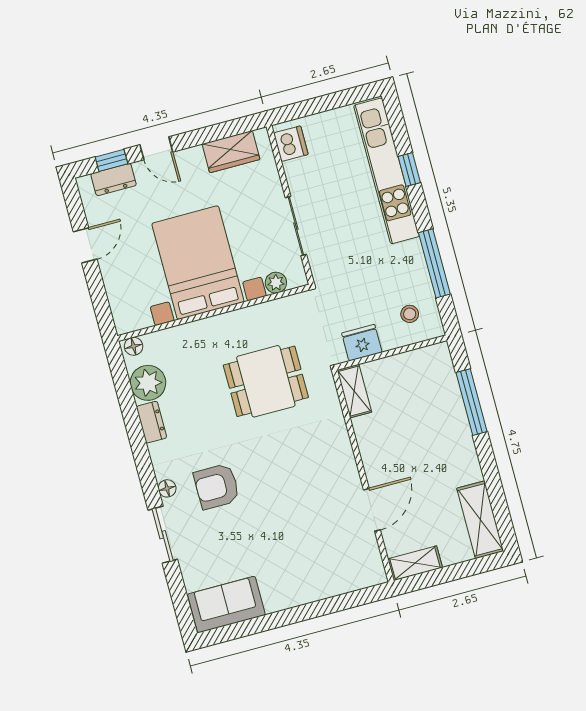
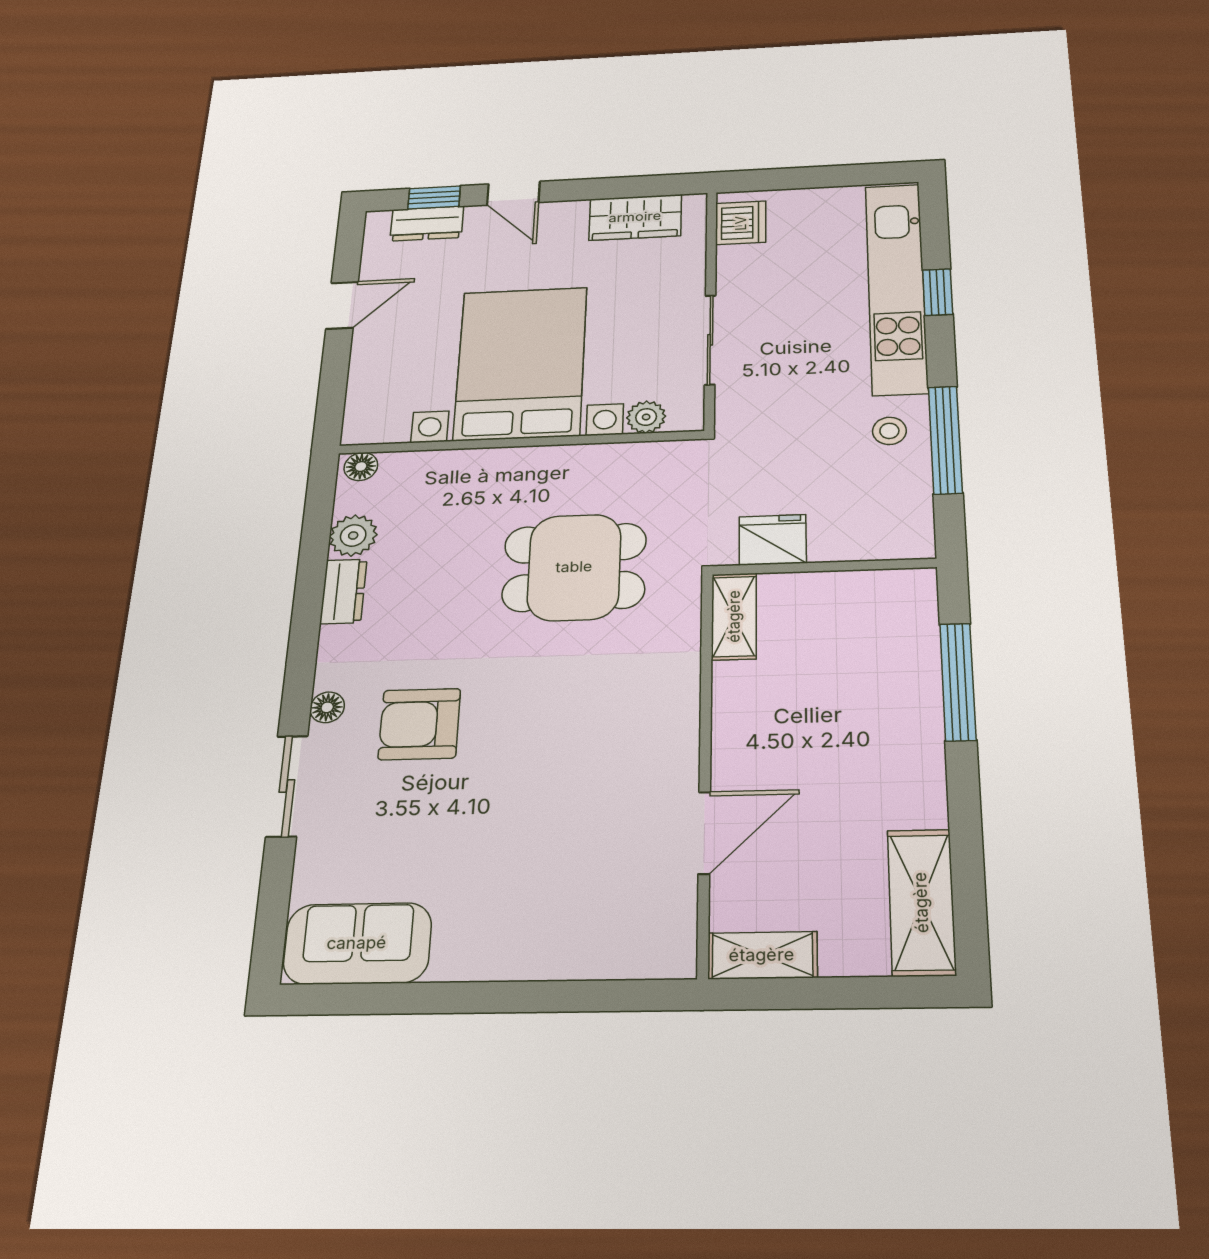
stool: (410, 314) -> (889, 431), moved
plant: (148, 383) -> (353, 535), width x0.73, depth x0.73

